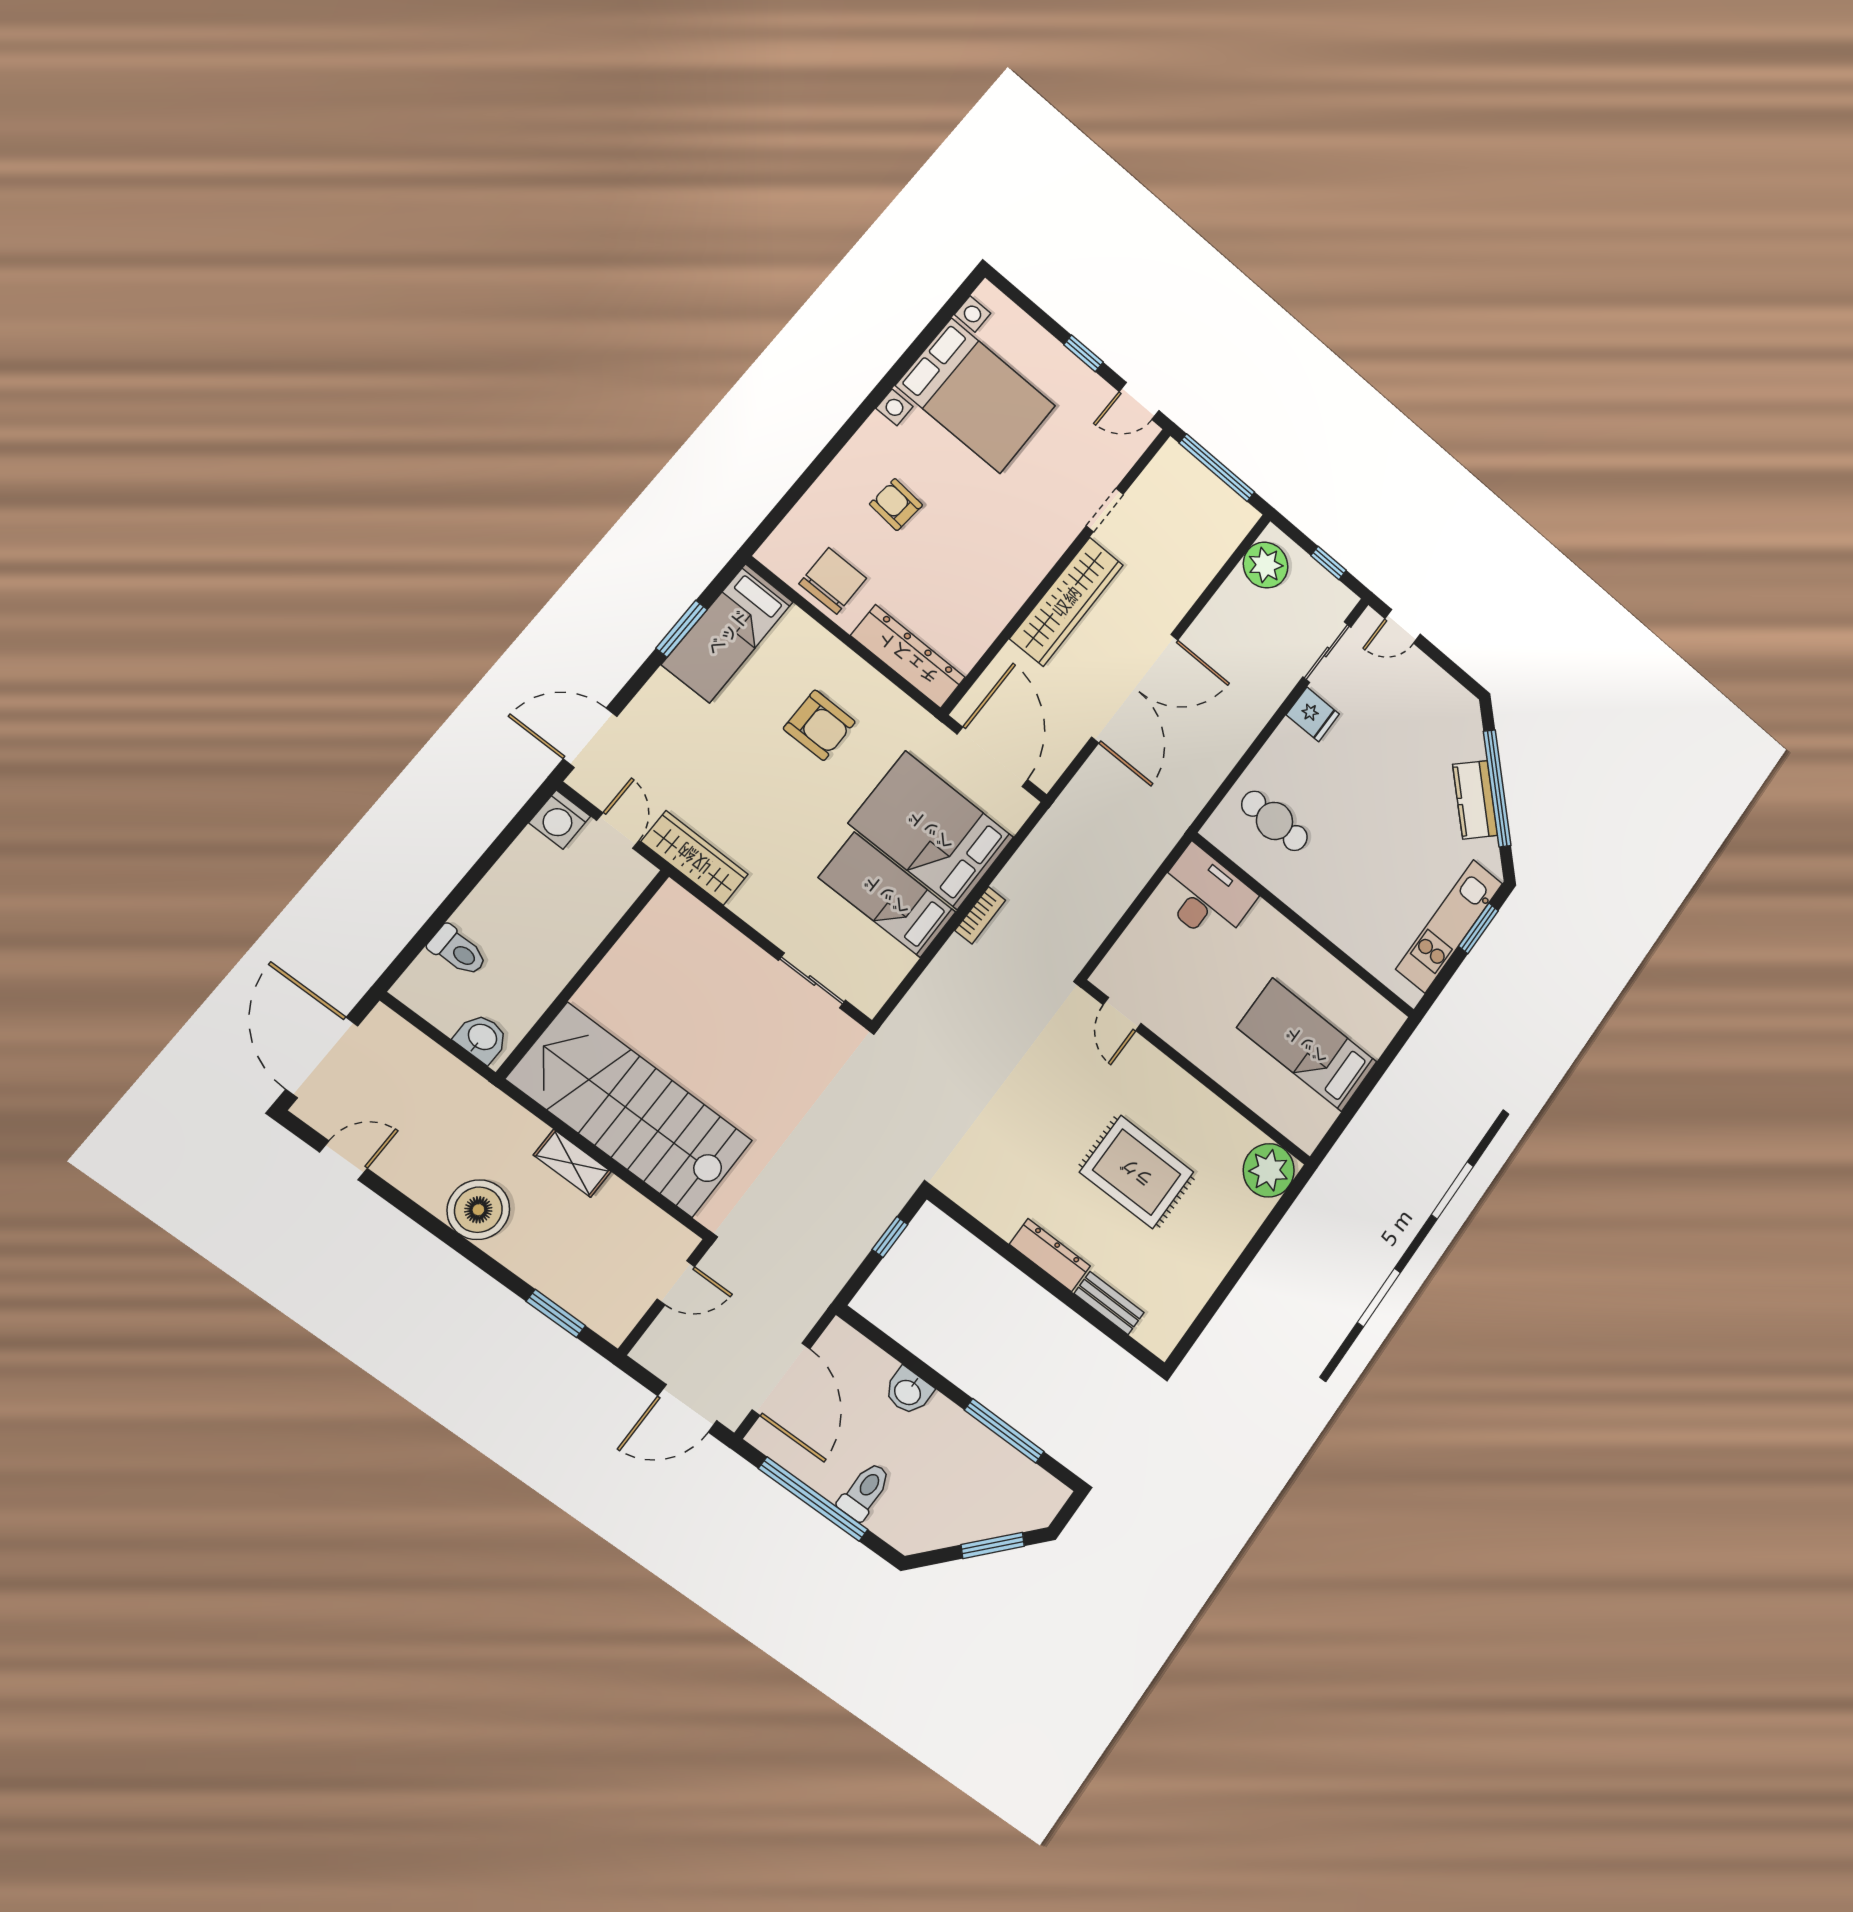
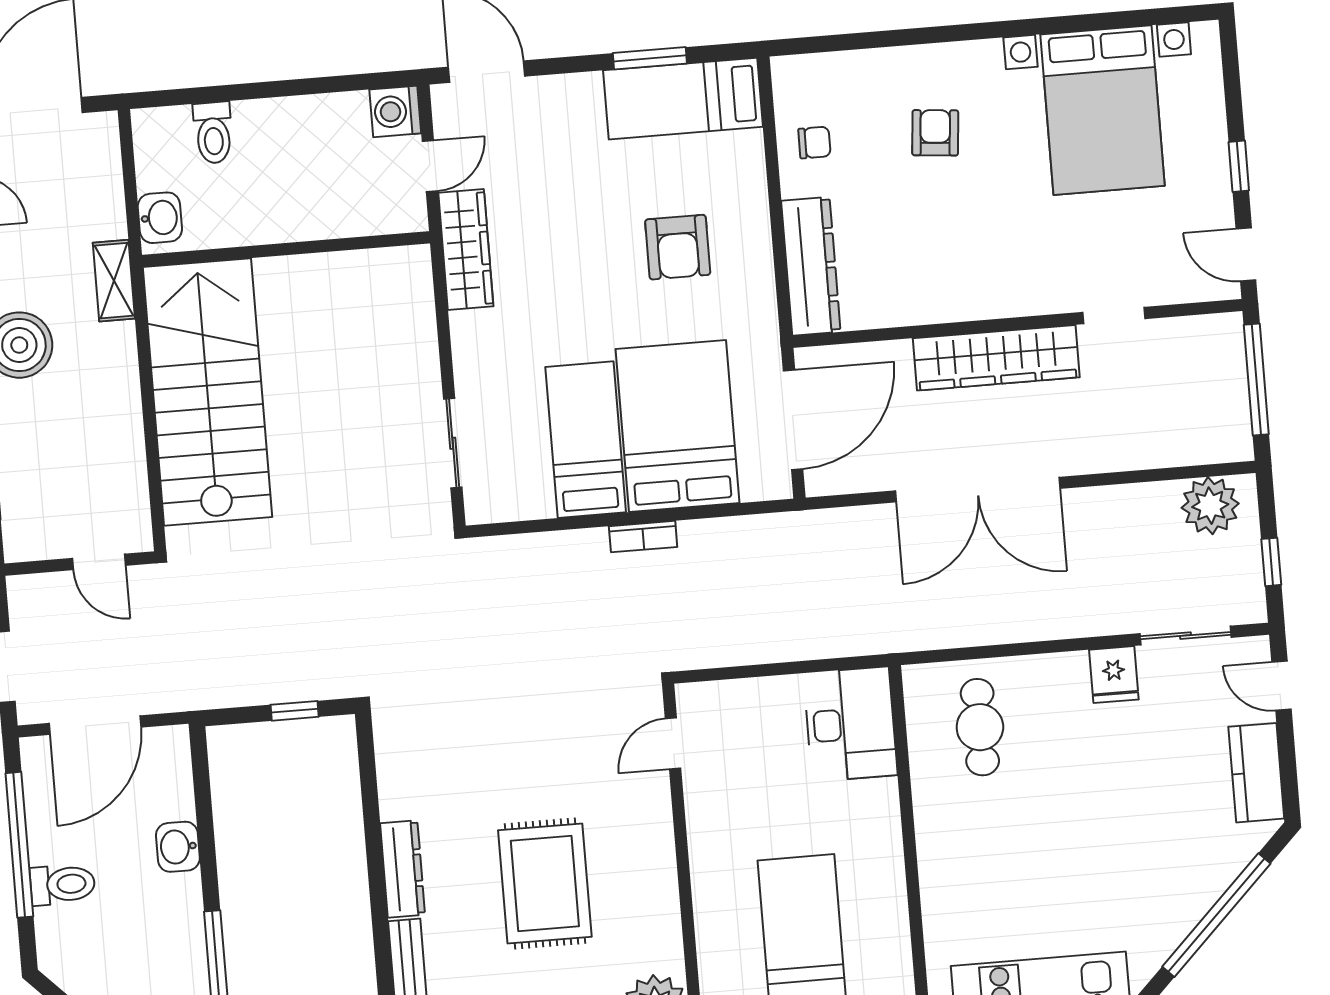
chair: (833, 581) -> (814, 142), width x0.54, depth x0.54
kitchen counter: (1475, 800) -> (1256, 773), moved, turned -45
shelving: (572, 1163) -> (114, 281), moved

